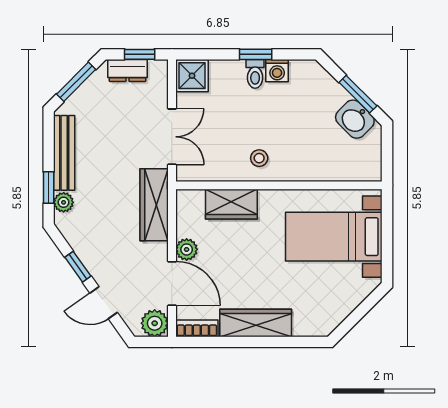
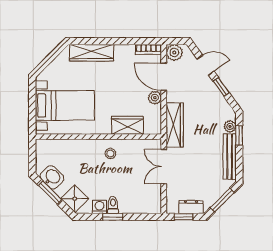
shower: (192, 76) -> (75, 199), moved, turned 45
wardrobe: (256, 323) -> (92, 53), moved

